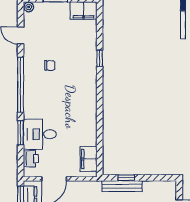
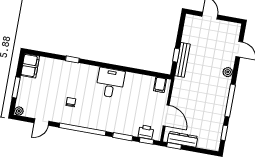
desk: (40, 134) -> (110, 83), moved, turned 180
filing cabinet: (88, 159) -> (160, 85), width x0.50
window: (21, 161) -> (147, 141), added

